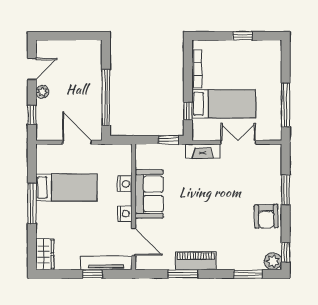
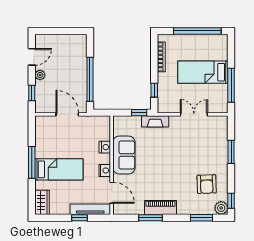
window: (242, 36) -> (197, 31), width x3.17
bed: (224, 104) -> (203, 72), moved, turned 180
fireplace: (203, 151) -> (155, 121), moved
bed: (66, 188) -> (59, 169), moved
armchair: (266, 216) -> (207, 184), moved

